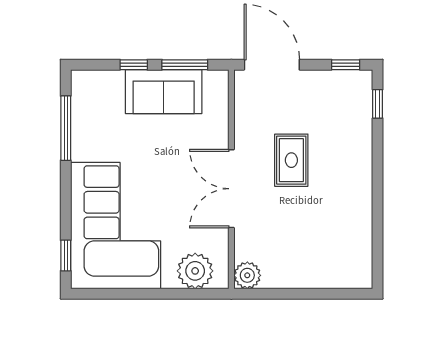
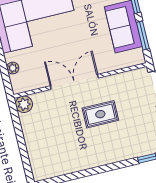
plant: (195, 271) -> (13, 68), width x0.53, depth x0.53

